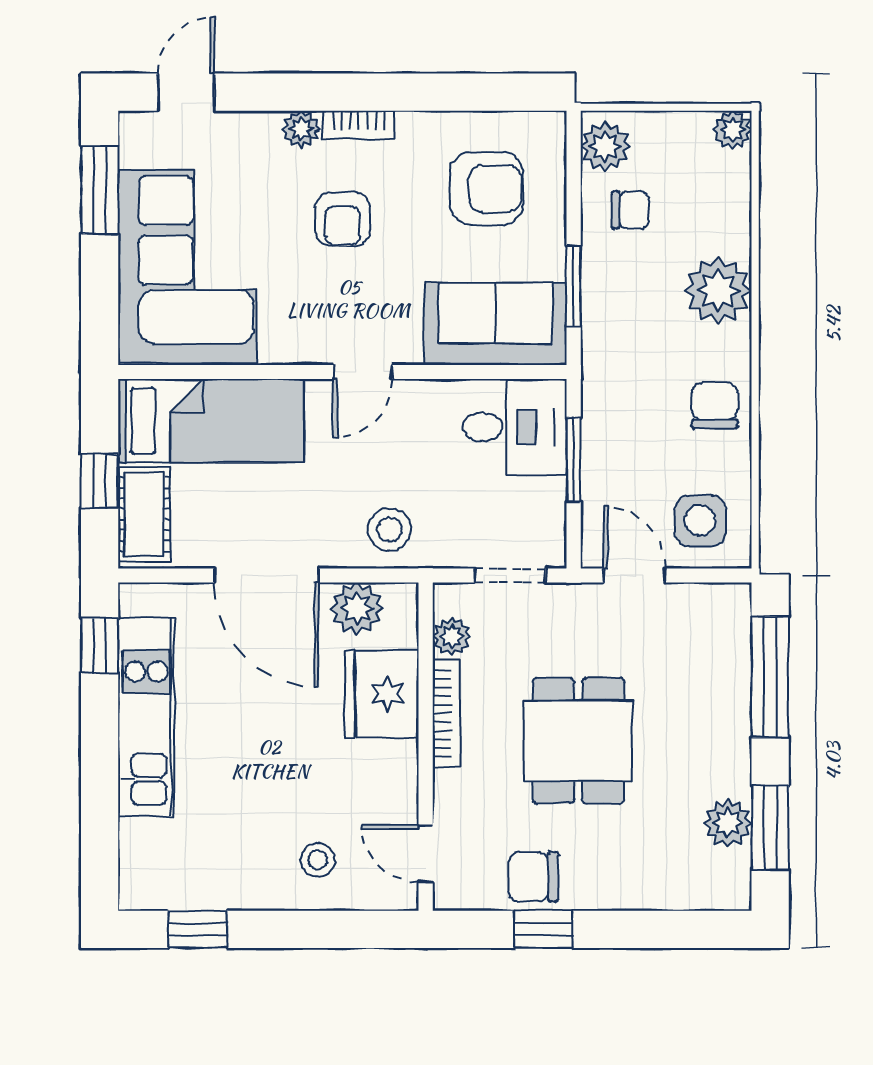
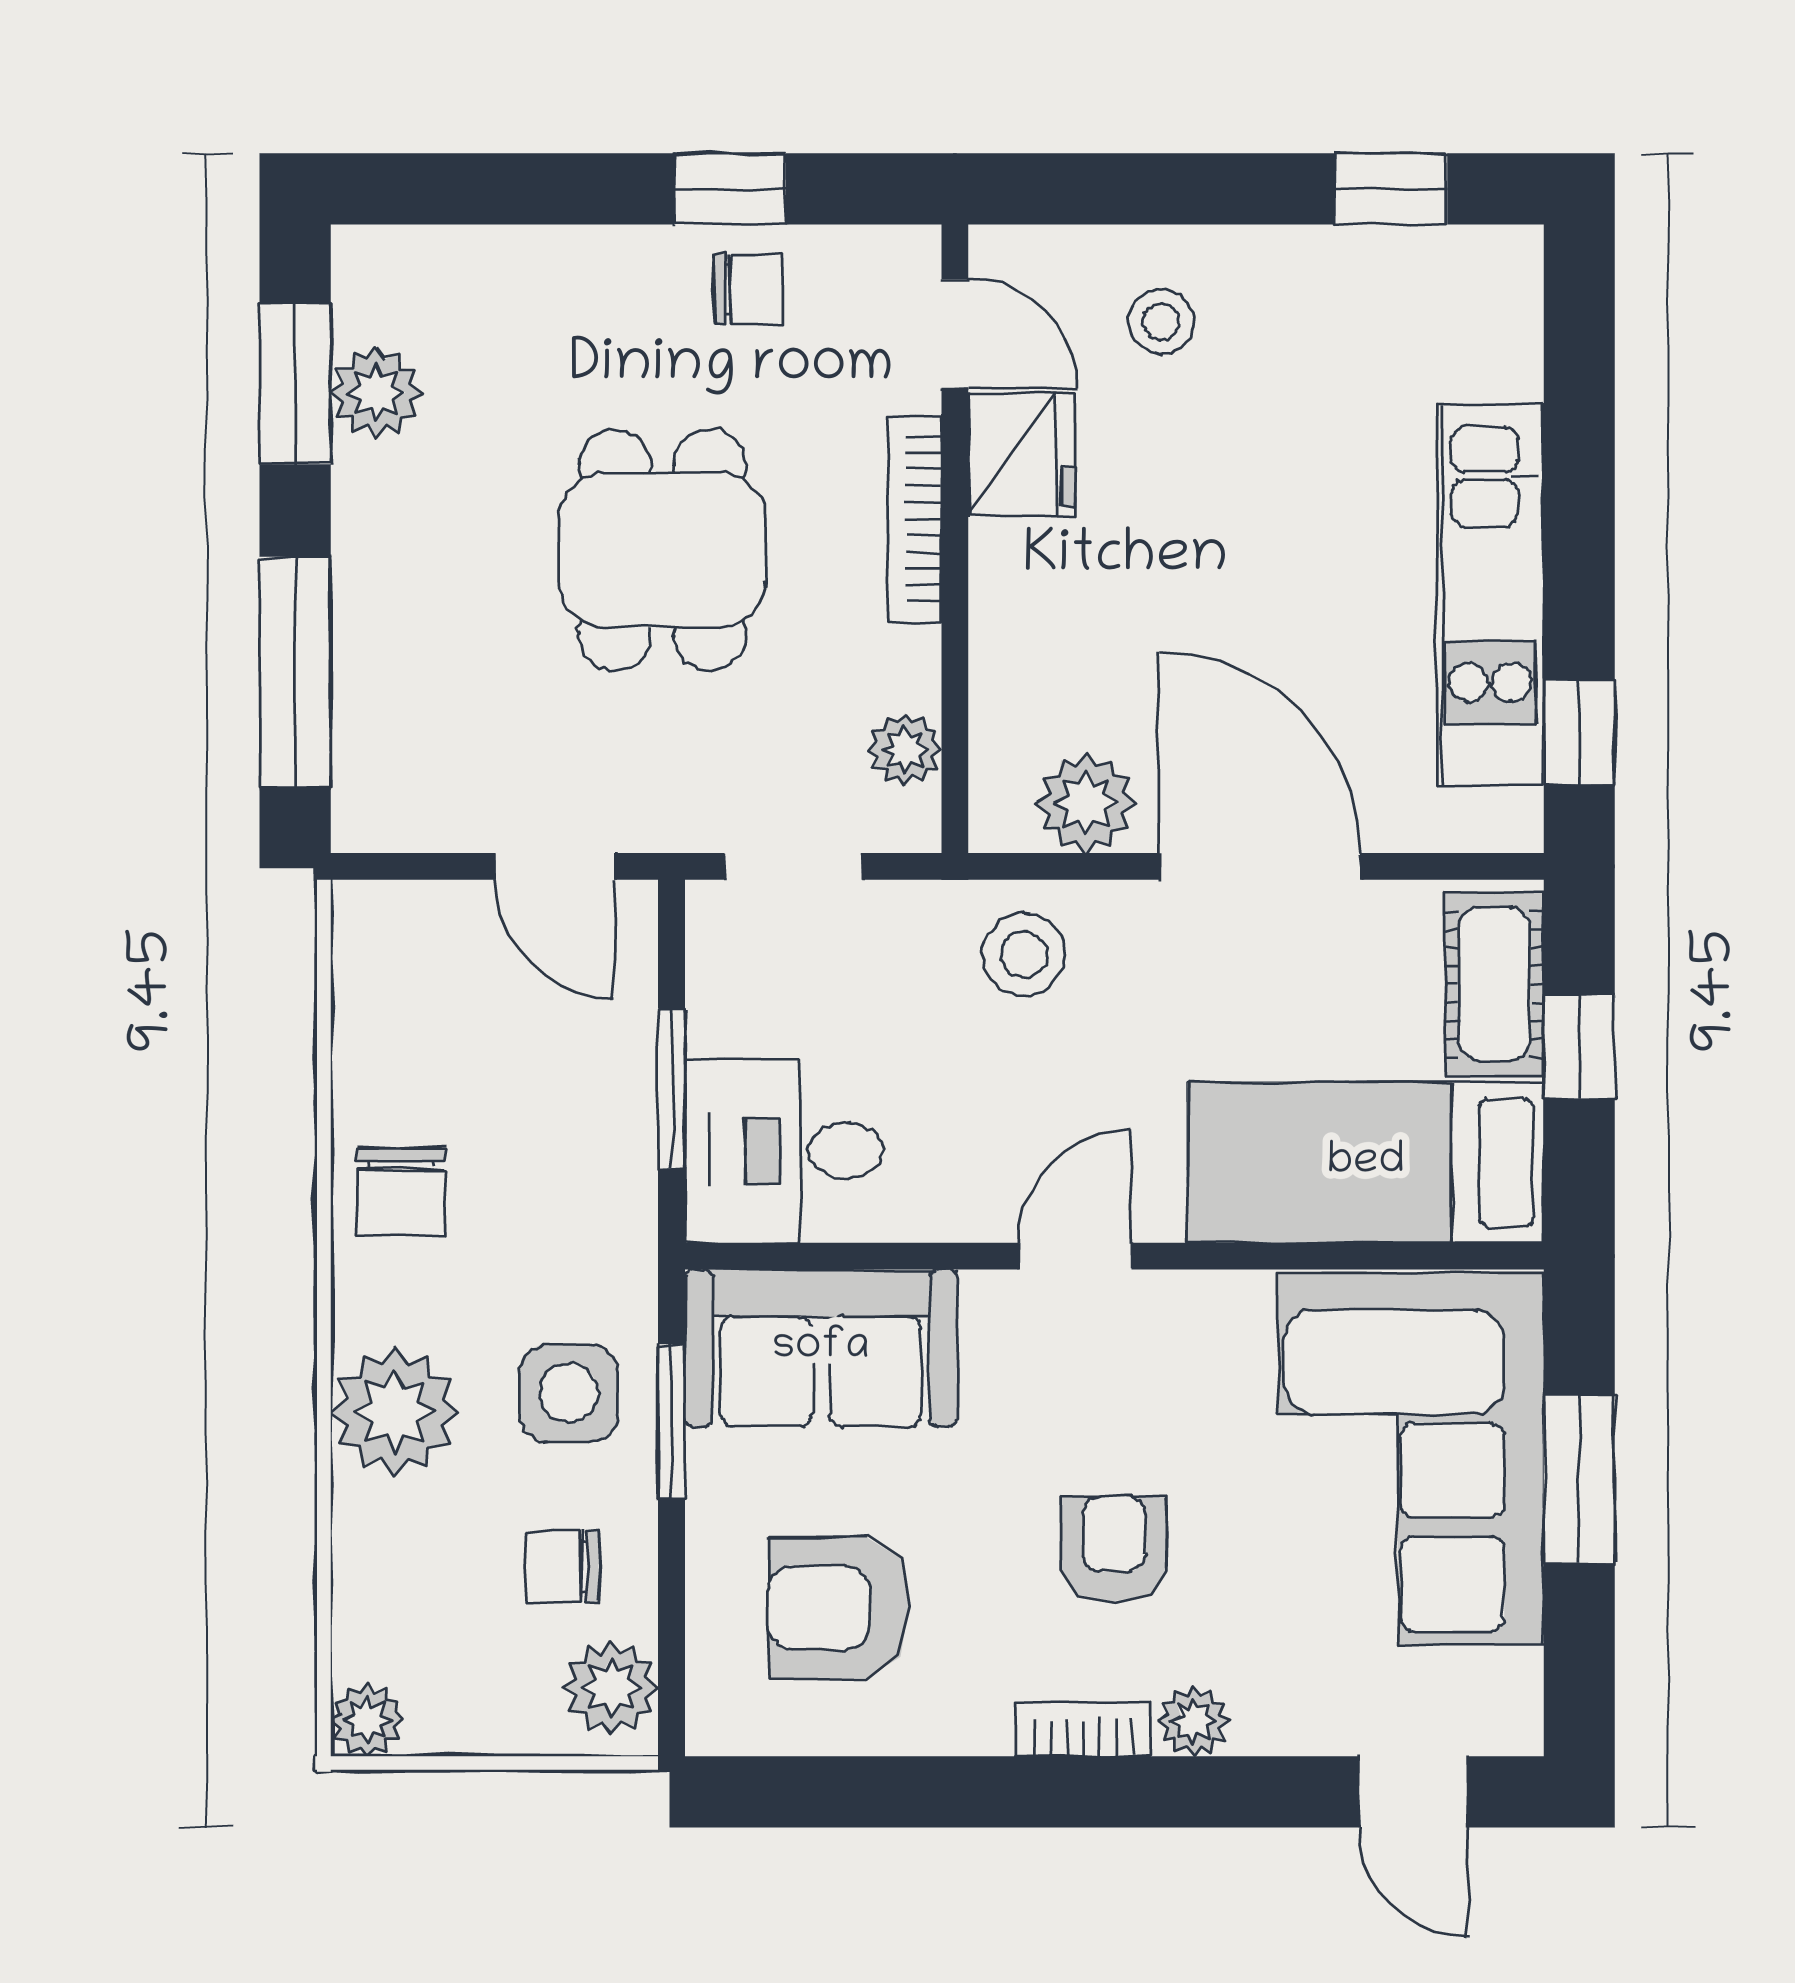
door: (186, 92) -> (1414, 1792), hinge flipped
window: (100, 190) -> (1579, 1479), moved
side table: (700, 521) -> (569, 1393), moved
fridge: (381, 694) -> (1021, 454), moved, width x0.73, depth x0.75
bookcase: (446, 713) -> (915, 519), moved
chair: (533, 877) -> (749, 289), width x0.73, depth x0.73

